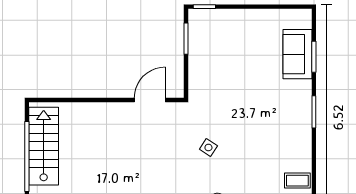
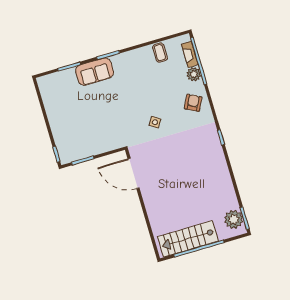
sofa: (298, 54) -> (95, 72), moved
door: (150, 100) -> (134, 173), width x1.36

